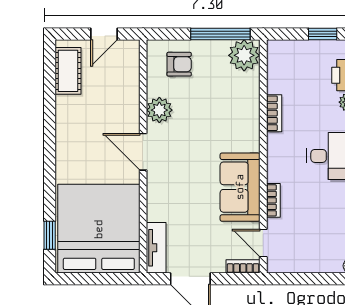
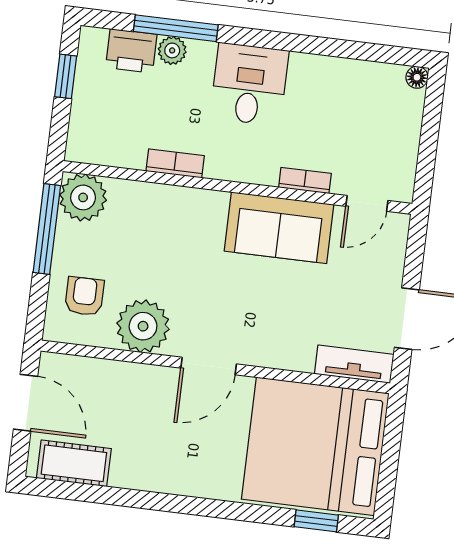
door: (104, 34) -> (26, 403), width x1.38
plant: (159, 110) -> (143, 326), width x1.36, depth x1.36
bookcase: (243, 266) -> (398, 238), removed

